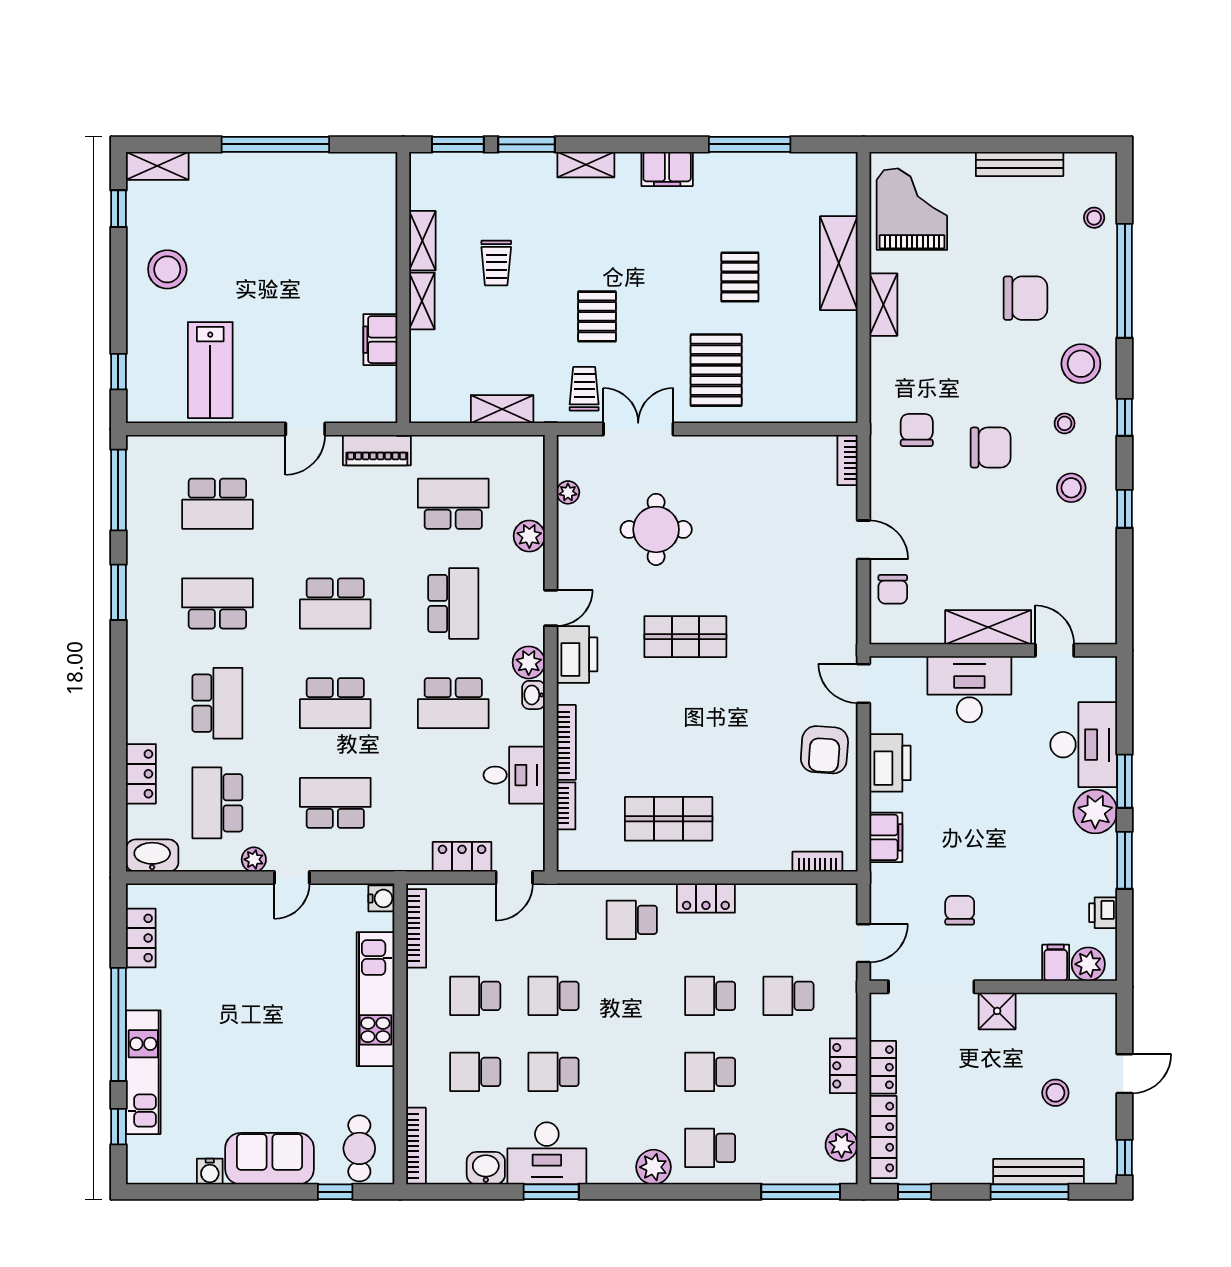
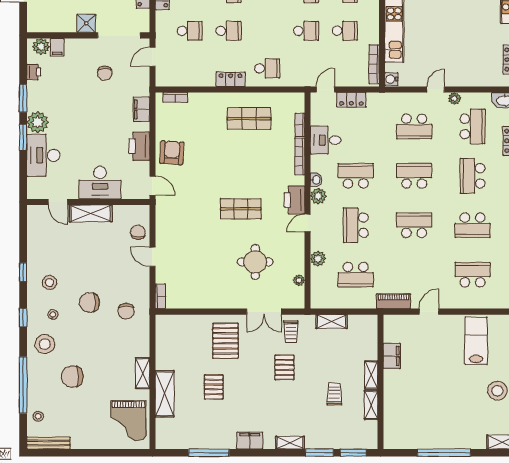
bench: (1020, 164) -> (48, 443), moved

